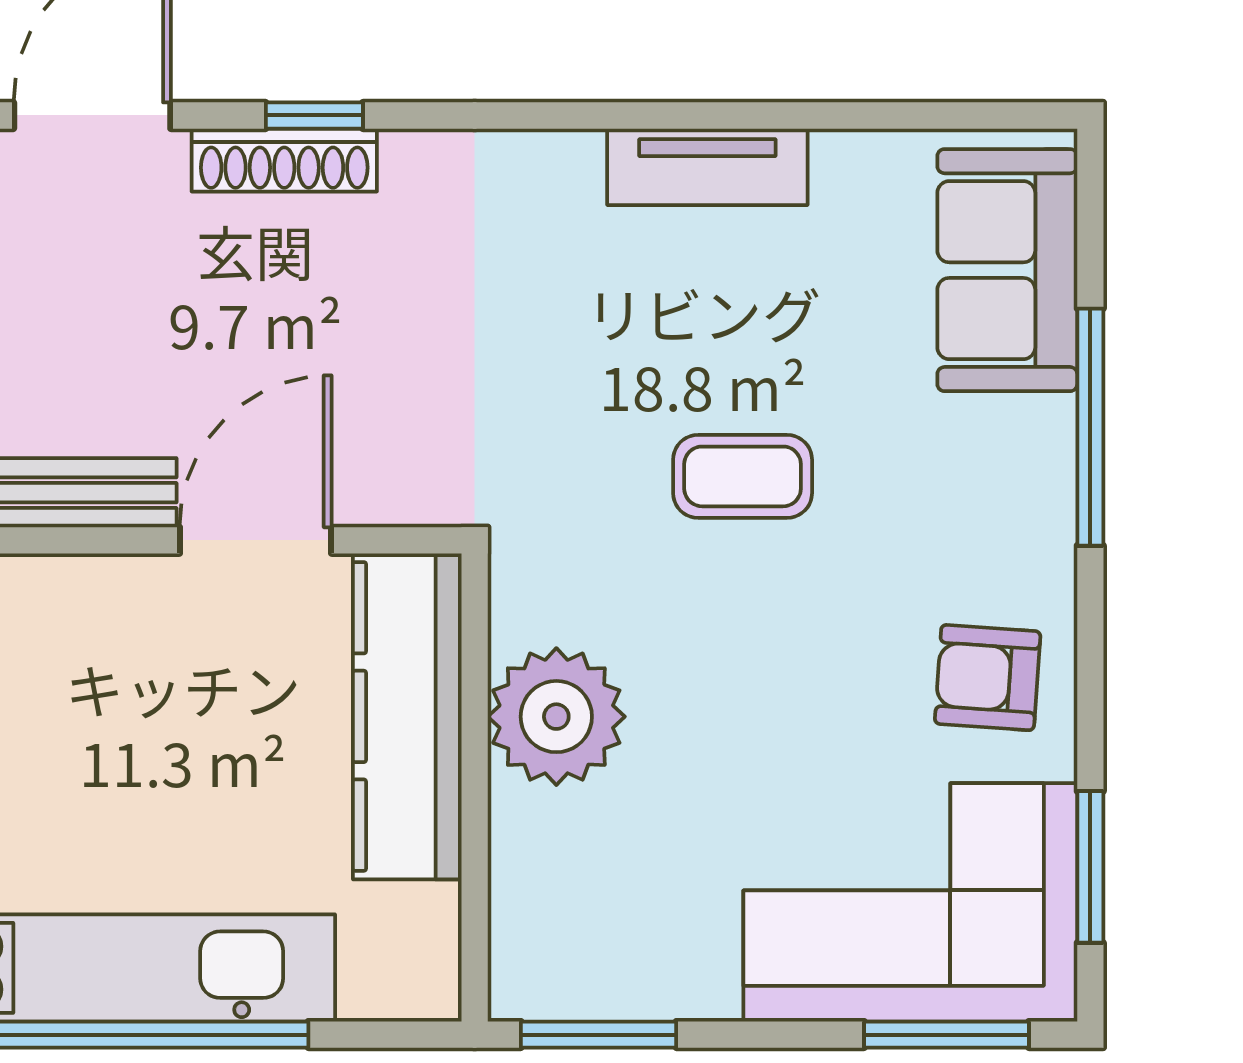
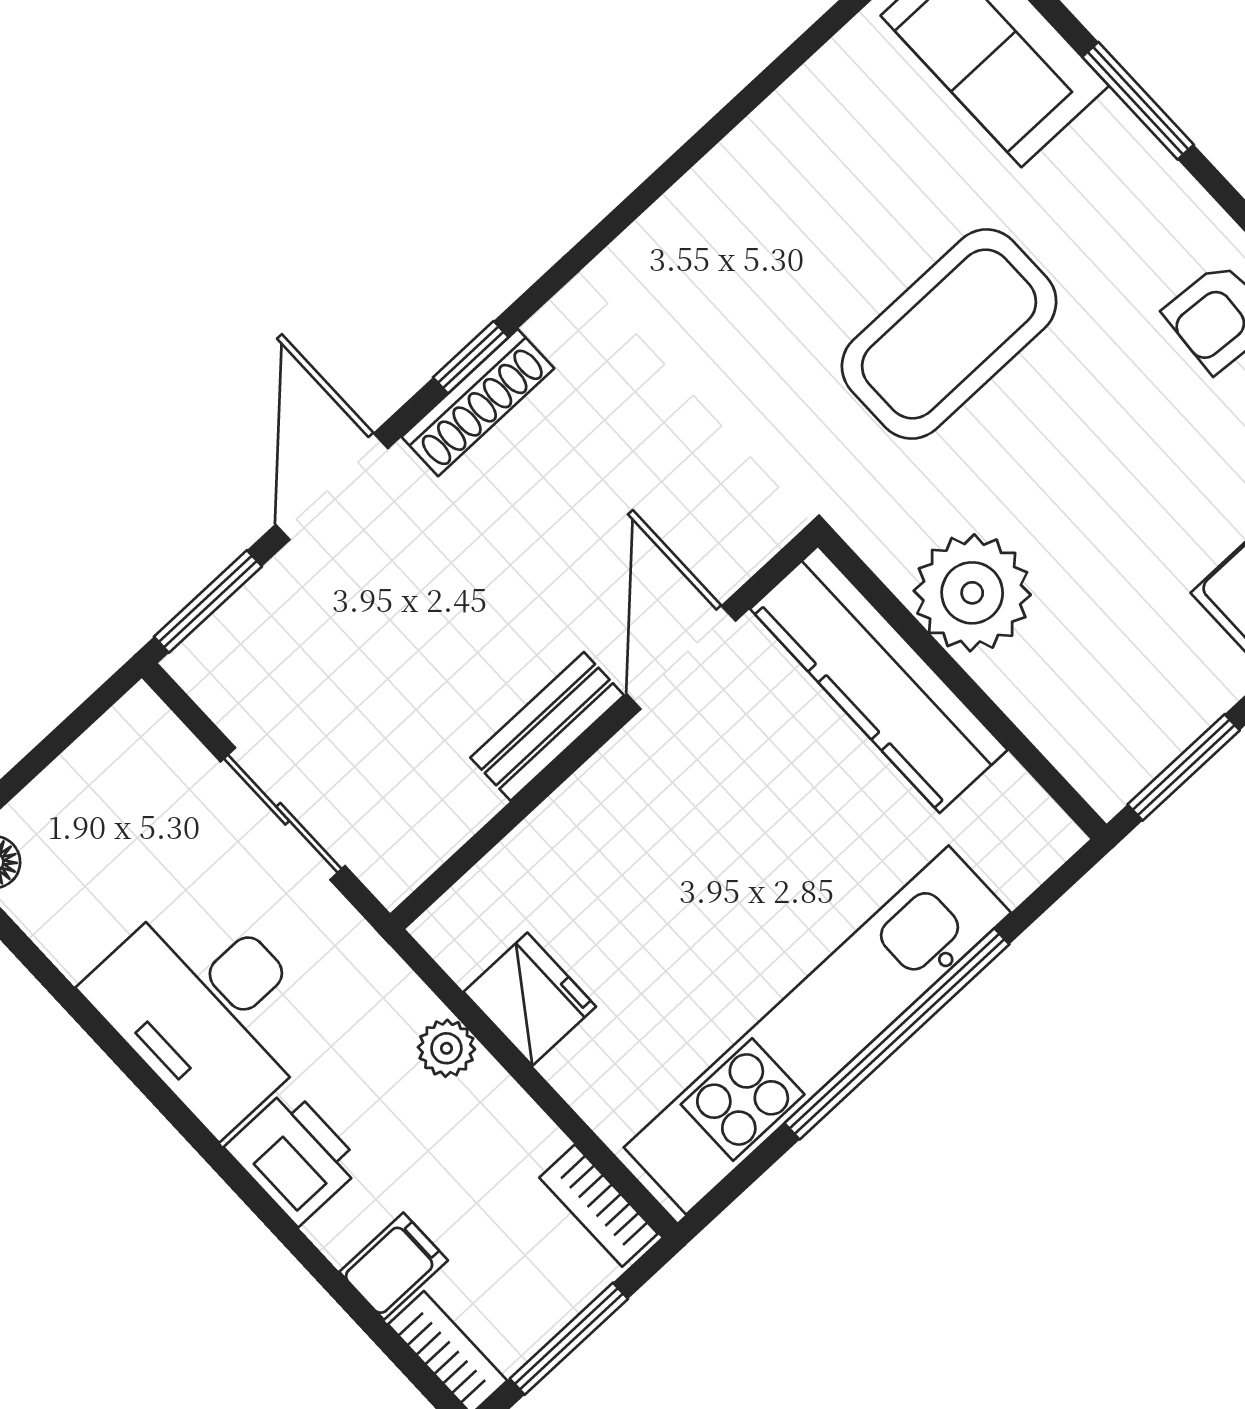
tv unit: (707, 167) -> (747, 161), removed
window: (1090, 427) -> (1138, 101), width x0.69
coffee table: (743, 476) -> (949, 334), width x1.86, depth x1.72

